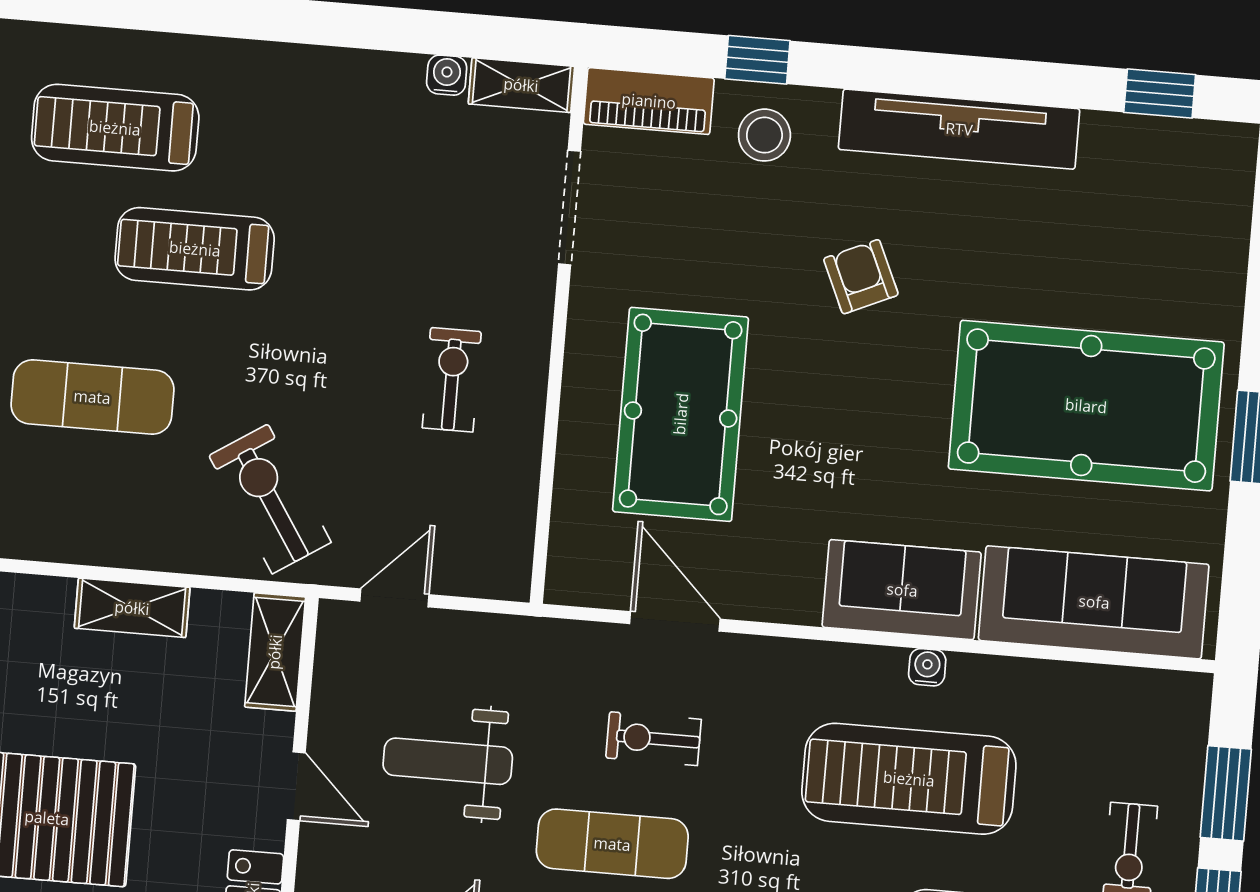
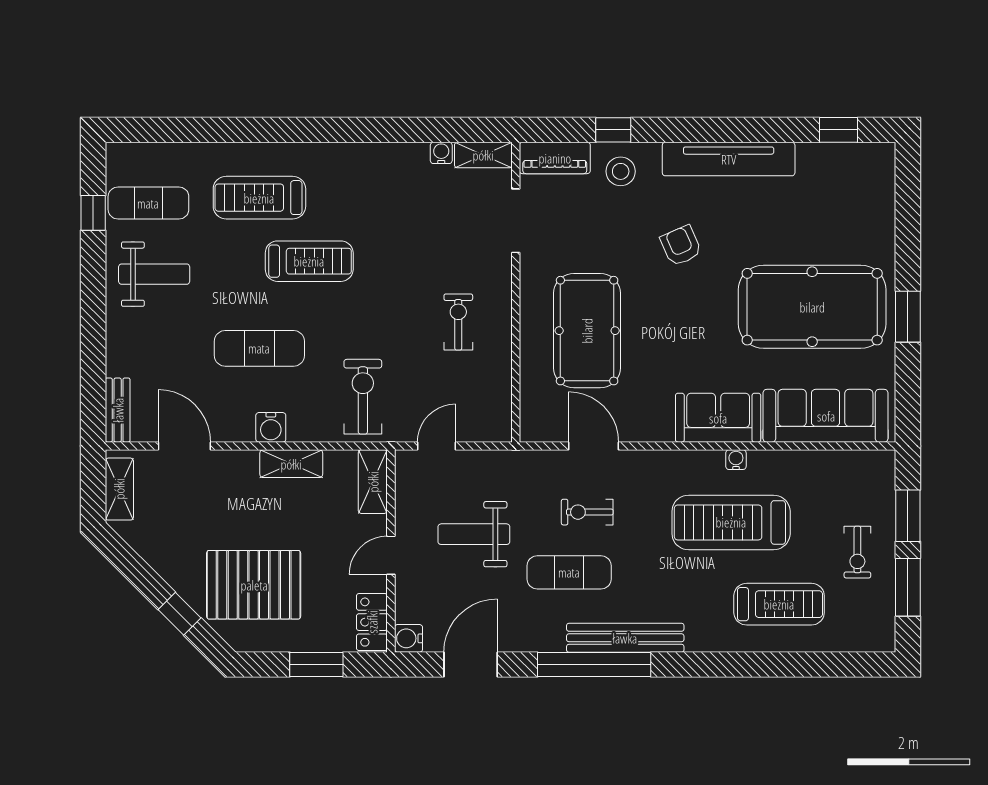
treadmill: (195, 249) -> (309, 261), turned 180
exercise bike: (270, 499) -> (363, 397), turned 33
water cooler: (101, 540) -> (271, 427), added
door: (296, 786) -> (391, 555), swing flipped

